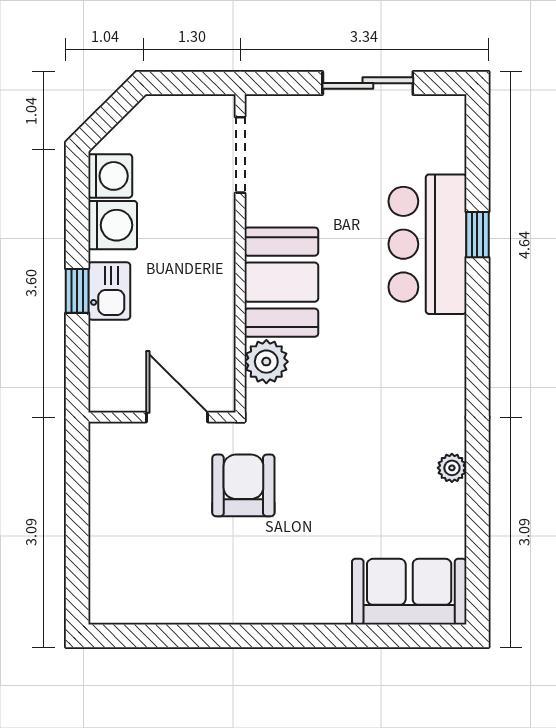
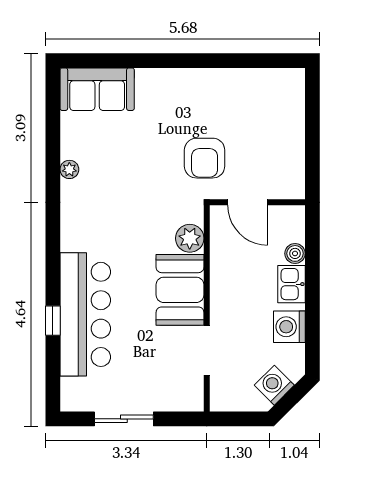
doorway: (240, 155) -> (207, 350), moved
washing machine: (110, 176) -> (274, 385), moved, turned 45
bar counter: (427, 244) -> (85, 314), width x1.36
window: (77, 291) -> (312, 284), removed
boiler: (104, 338) -> (295, 253), added

